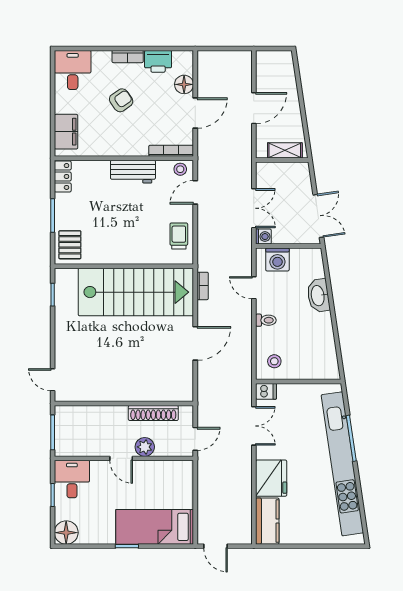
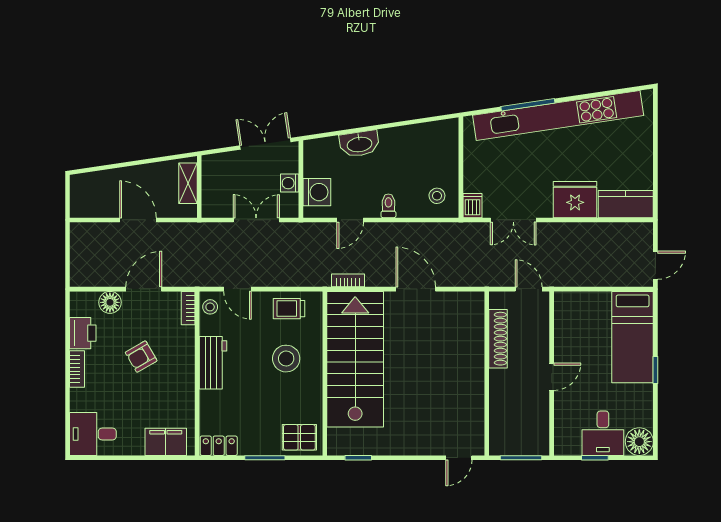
armchair: (121, 100) -> (141, 357), moved, turned -85
door: (195, 113) -> (144, 289), hinge flipped
bookcase: (171, 151) -> (188, 308), width x0.64
stool: (137, 234) -> (286, 359), added
washing machine: (263, 237) -> (290, 183), moved, turned -90
double door: (254, 426) -> (513, 220), swing flipped
plant: (145, 447) -> (538, 349), removed
desk: (72, 479) -> (603, 433), moved, turned -90

